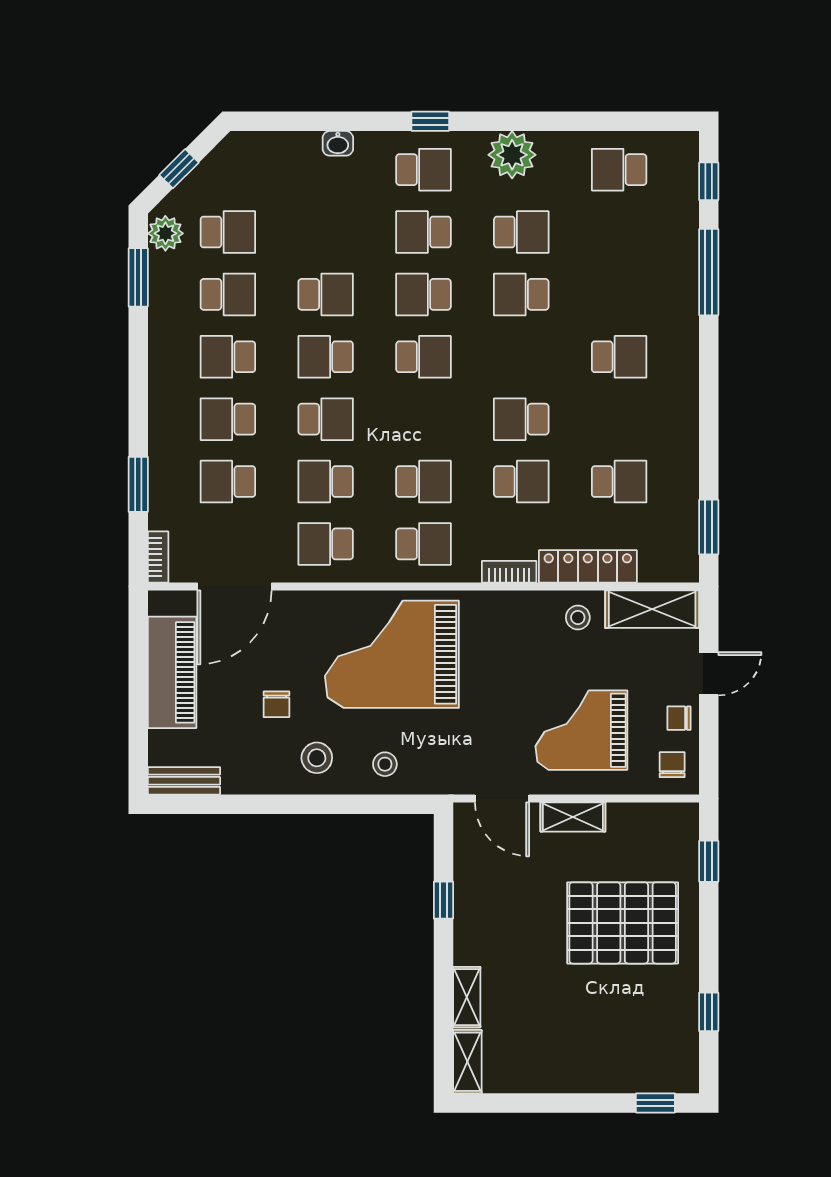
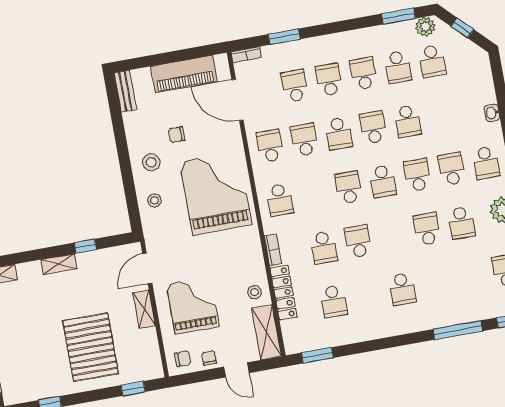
school desk: (423, 482) -> (348, 187), moved, turned 180
shelving: (467, 997) -> (59, 264), moved

